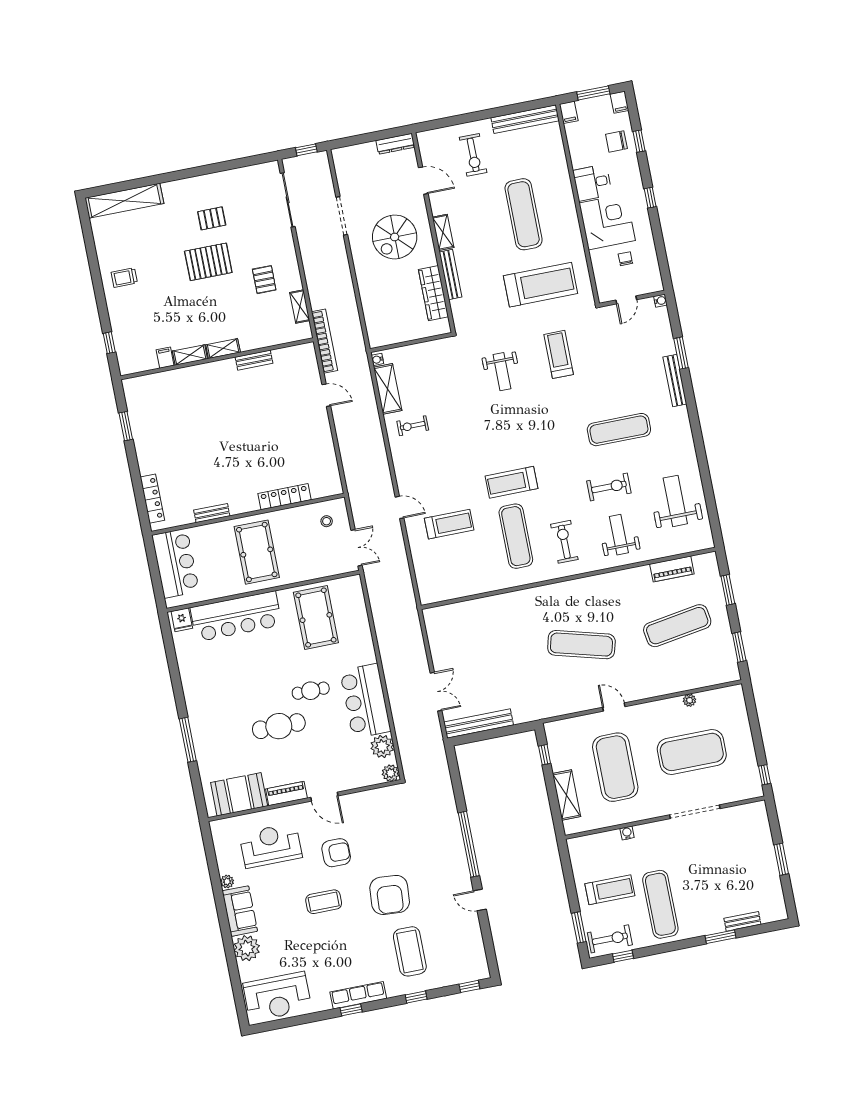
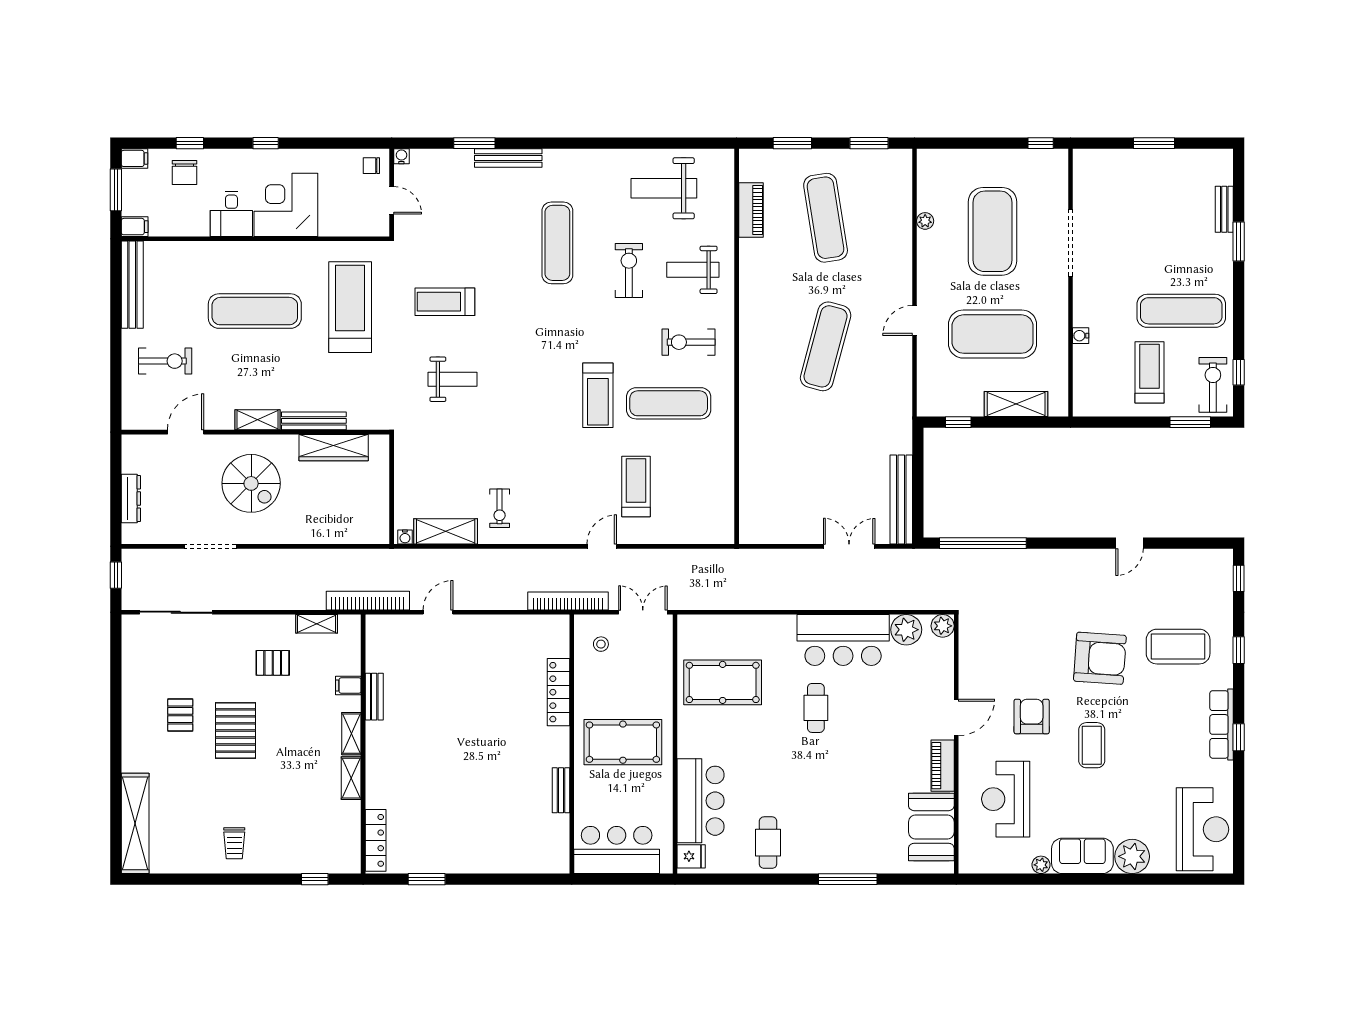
dresser: (395, 144) -> (131, 499), moved
chair: (625, 259) -> (371, 166), moved
filing cabinet: (165, 358) -> (348, 686), moved
bookcase: (354, 490) -> (568, 601), added
locker: (152, 499) -> (376, 840), moved, turned 90
bar counter: (236, 616) -> (701, 801), width x0.73
cafe table: (279, 726) -> (768, 843), moved, width x0.73, depth x0.74
window: (469, 844) -> (983, 543), moved

